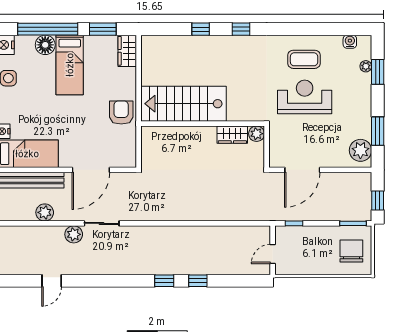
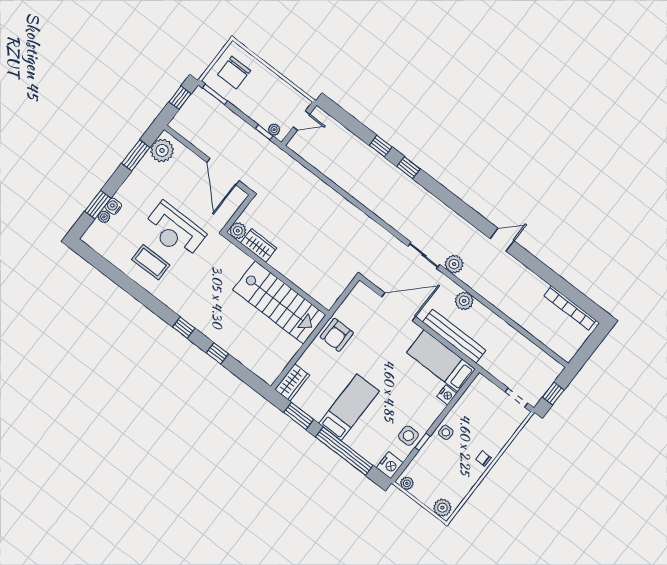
water cooler: (350, 42) -> (113, 206), moved, turned 90
floor lamp: (45, 45) -> (357, 440), removed
door: (302, 170) -> (223, 172), swing flipped
plant: (288, 231) -> (274, 130), added

